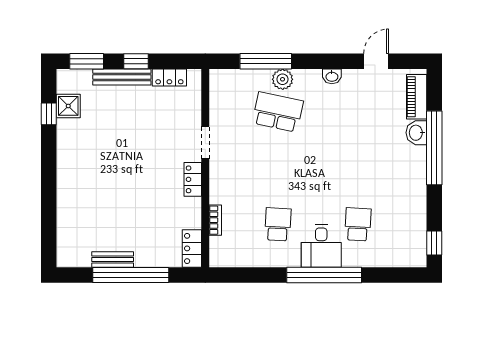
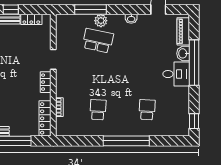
desk: (321, 246) -> (176, 74), moved, turned -90
locker: (192, 248) -> (45, 118), width x1.53

